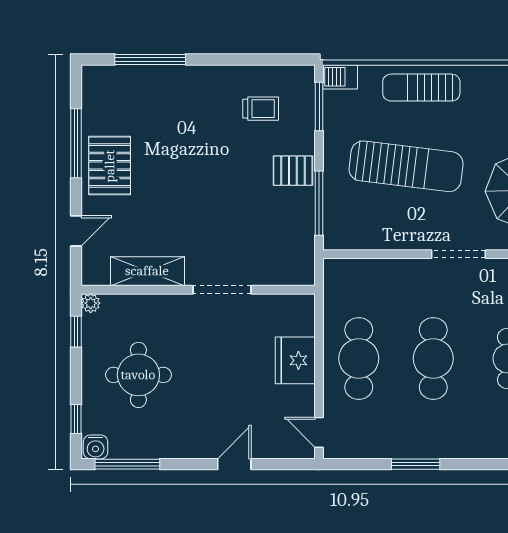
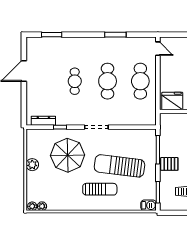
sun lounger: (421, 88) -> (100, 189), moved
fridge: (295, 360) -> (172, 101), moved, turned -90

